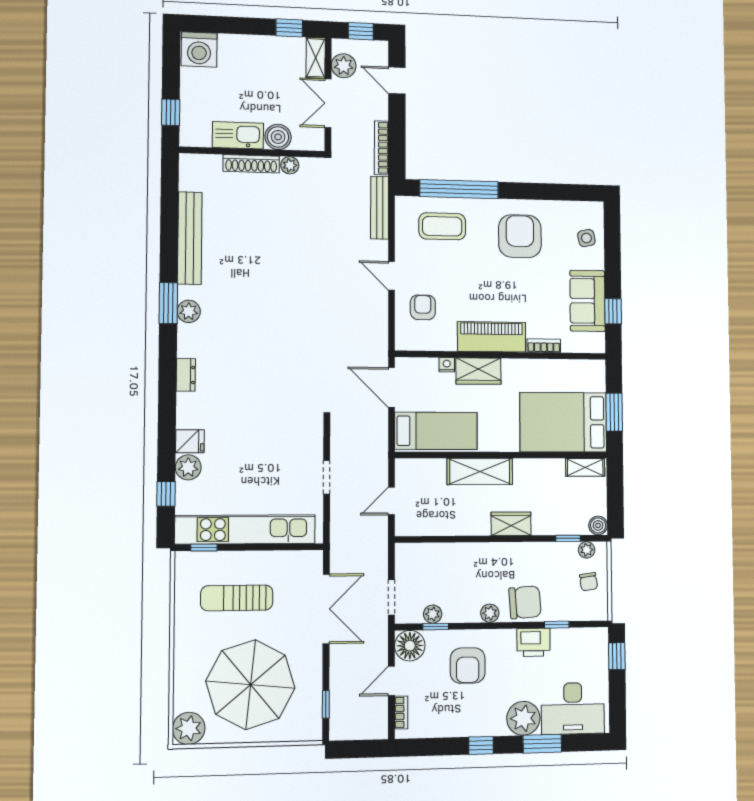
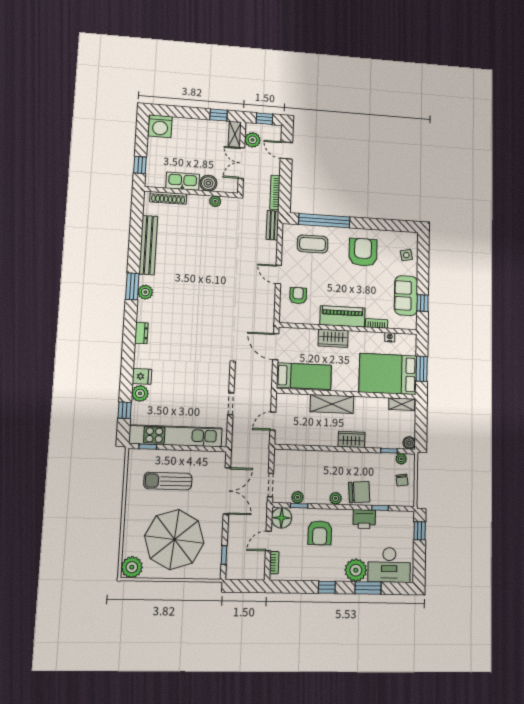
shoe rack: (251, 164) -> (168, 198), moved
bench: (380, 208) -> (272, 225), width x0.73
nightstand: (447, 365) -> (390, 337), moved

